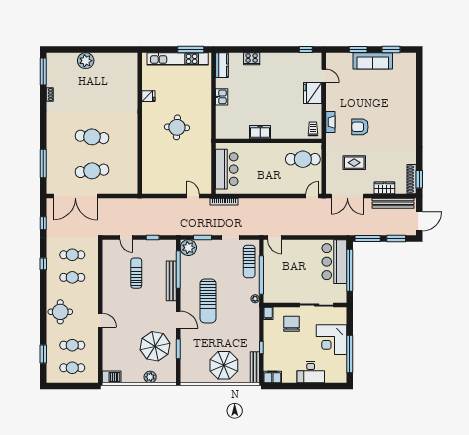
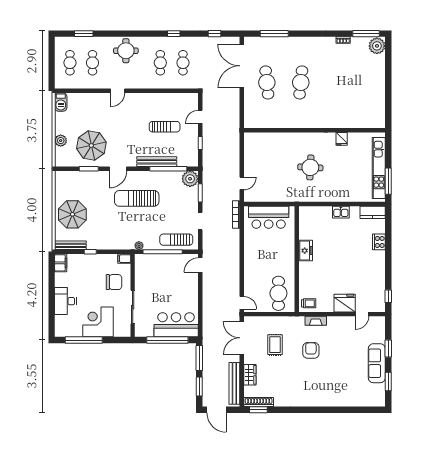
plant: (86, 61) -> (377, 46), moved

